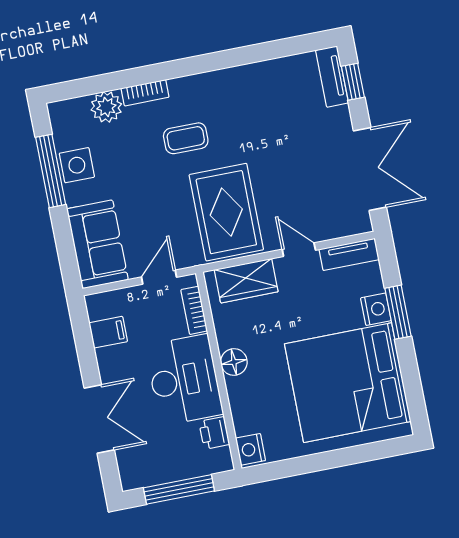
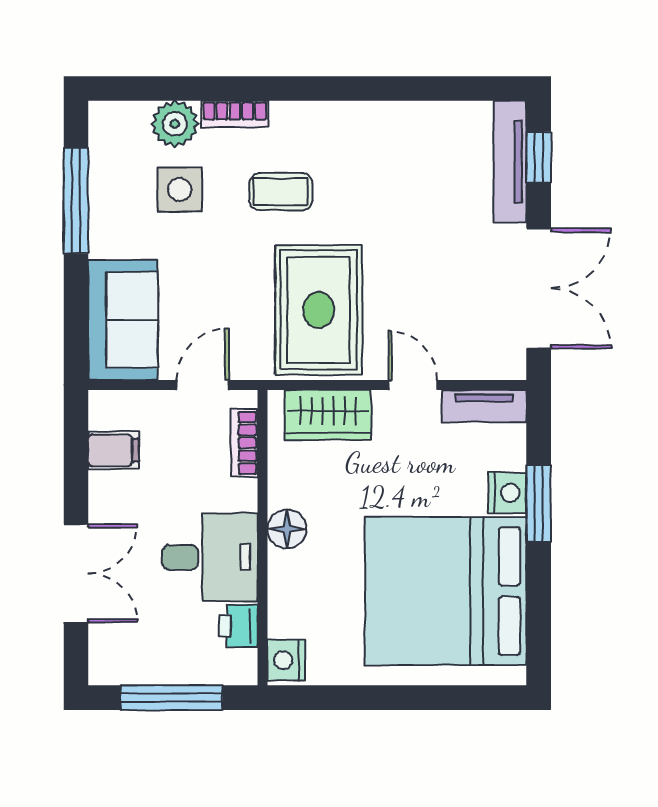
tv unit: (332, 77) -> (510, 161), width x1.41
side table: (77, 165) -> (180, 190), moved
desk: (184, 380) -> (210, 557), width x0.73

